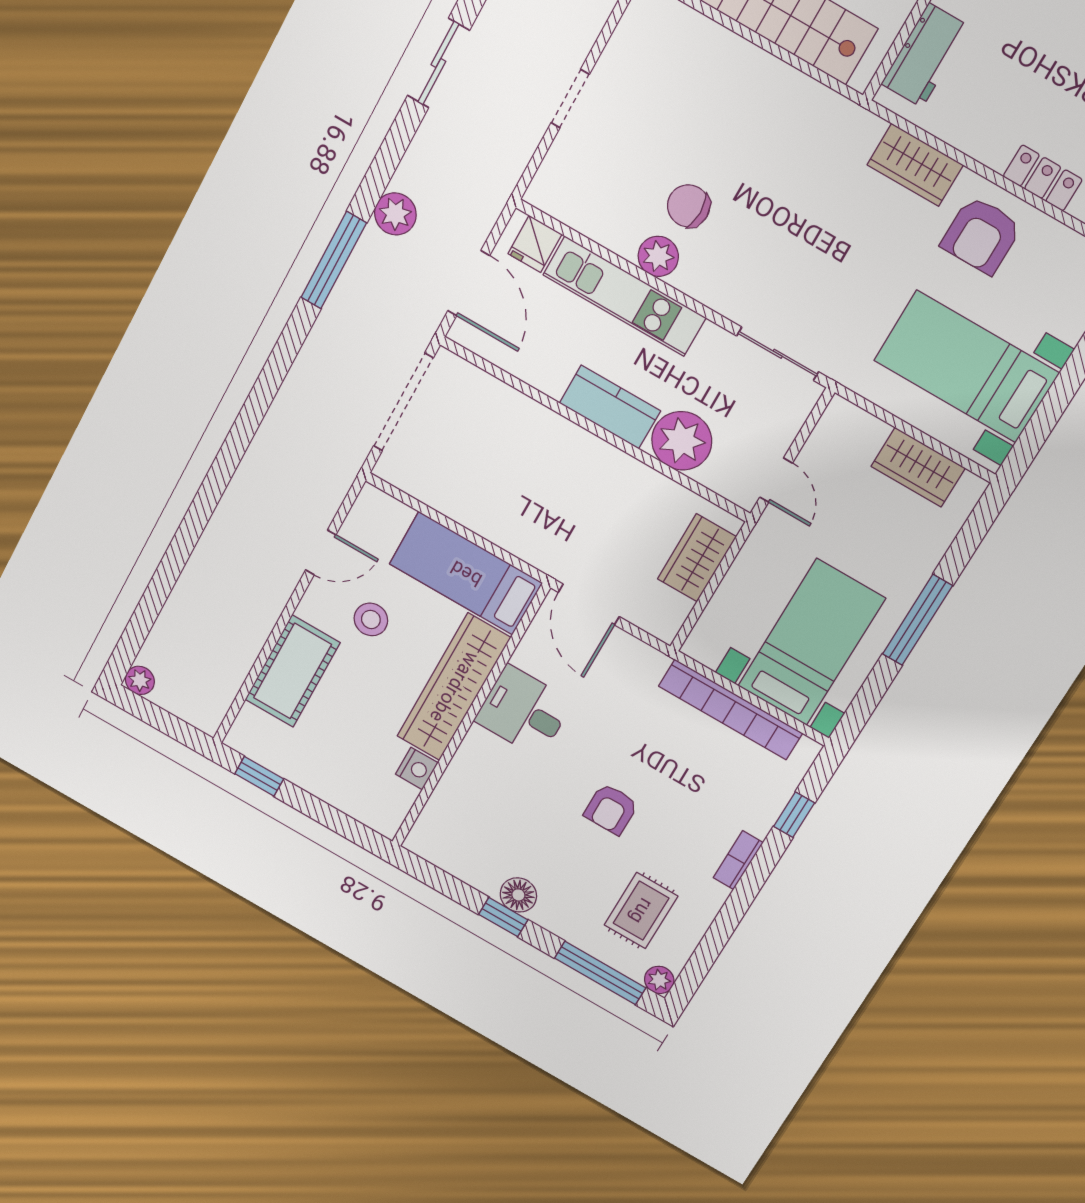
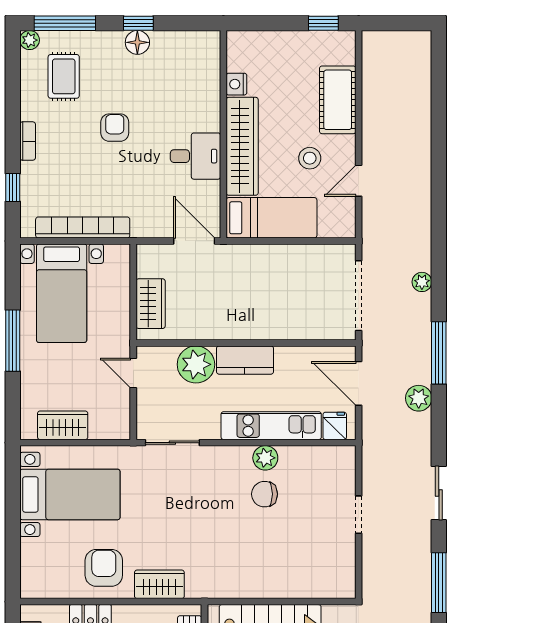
chair: (689, 206) -> (265, 494), turned 180
plant: (140, 680) -> (422, 282), moved

